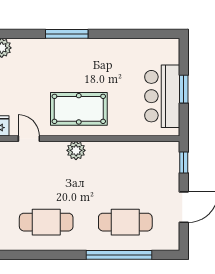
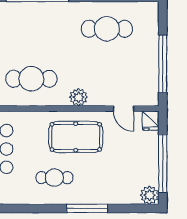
cafe table: (101, 66) -> (54, 178), added
cafe table: (125, 222) -> (31, 79), moved

